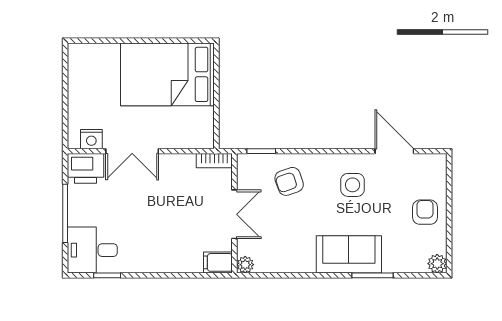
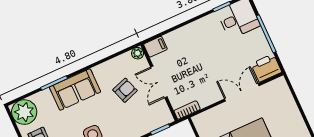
nightstand: (91, 139) -> (271, 88), removed
armchair: (289, 181) -> (125, 90), moved
plant: (437, 264) -> (24, 112), width x1.87, depth x1.87

